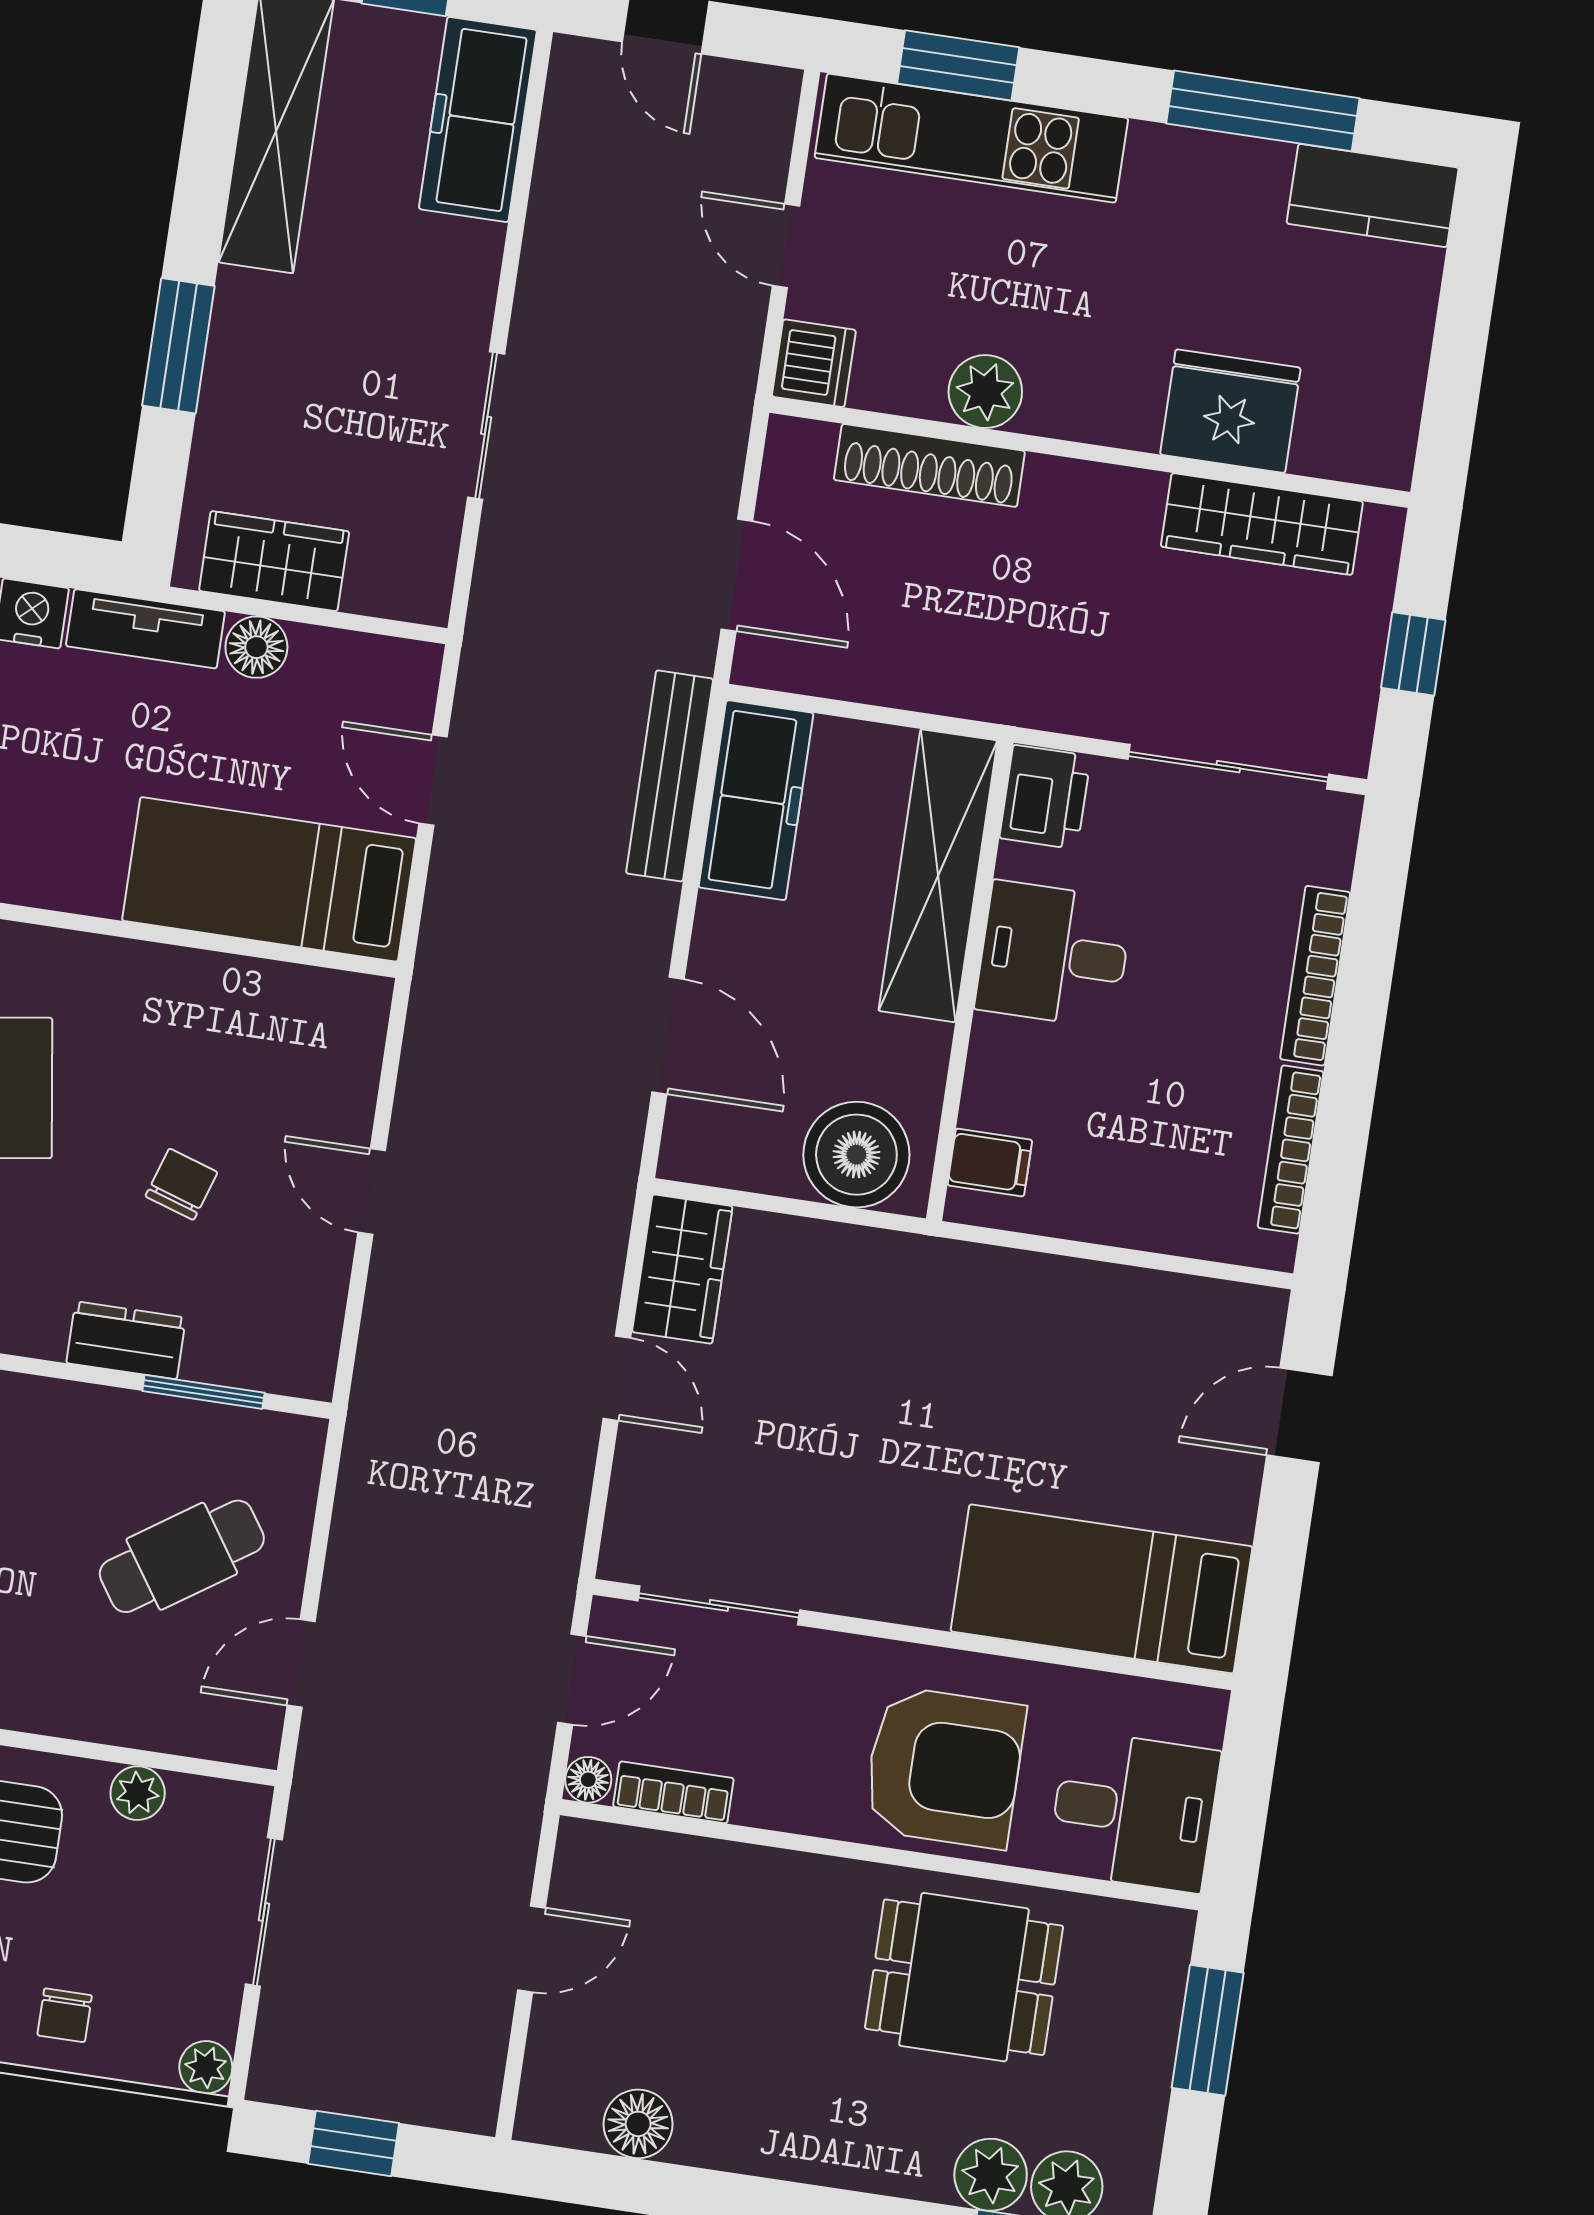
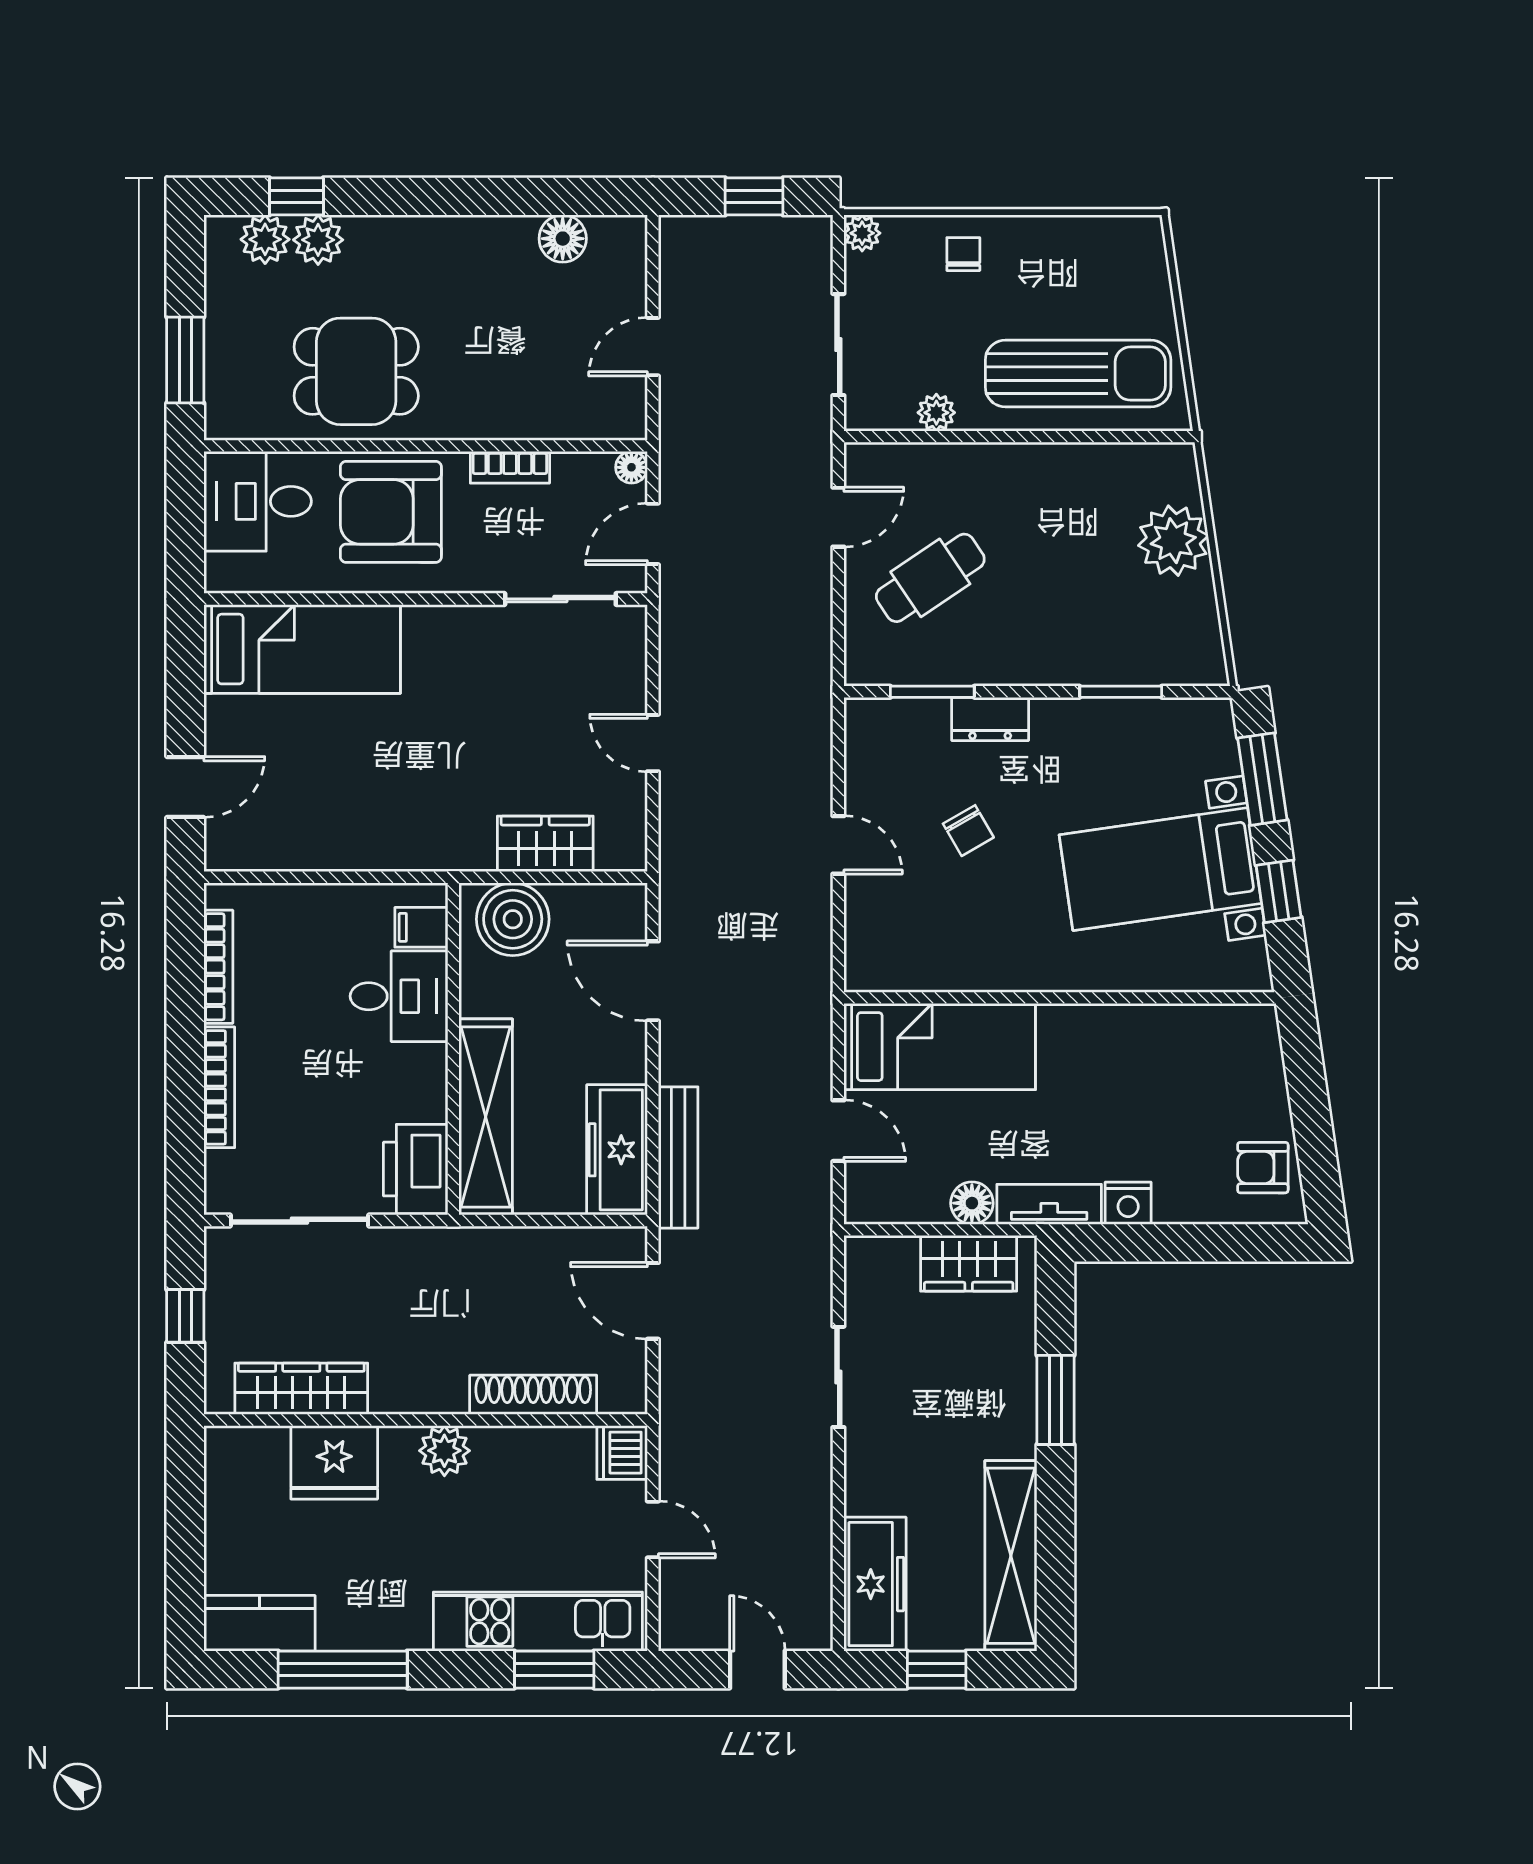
plant: (985, 392) -> (444, 1451), moved
printer: (1045, 797) -> (416, 1169), width x1.37, depth x1.19
desk: (1054, 954) -> (399, 996), moved
chair: (181, 1184) -> (968, 831), turned -48
wardrobe: (682, 1269) -> (545, 844), moved, turned 90
bookcase: (673, 1792) -> (510, 467), moved

